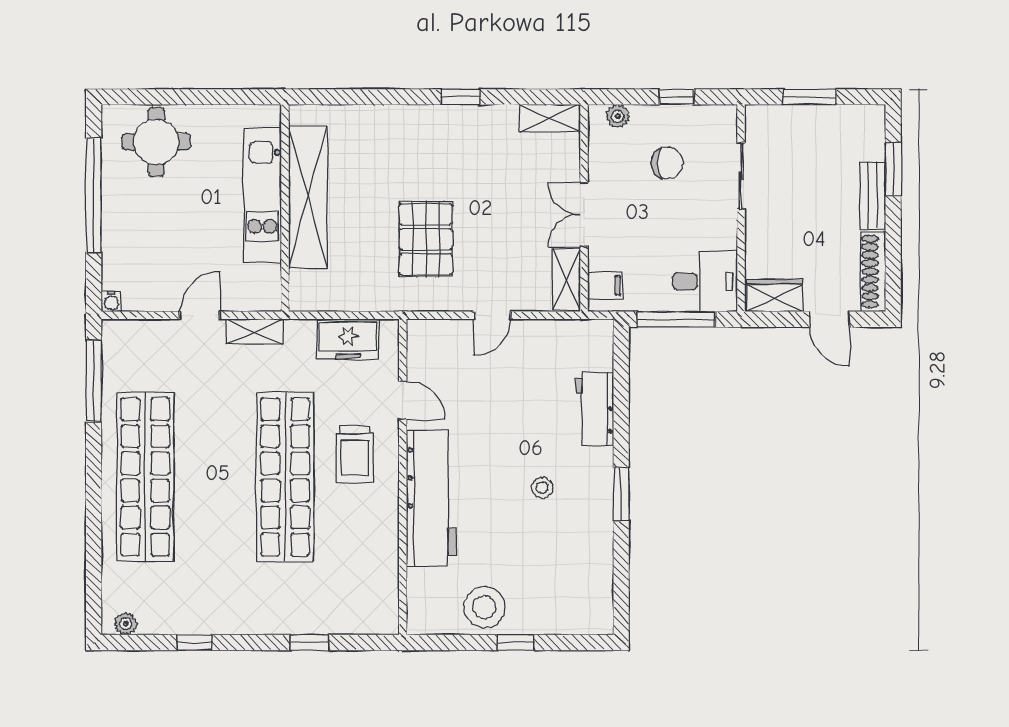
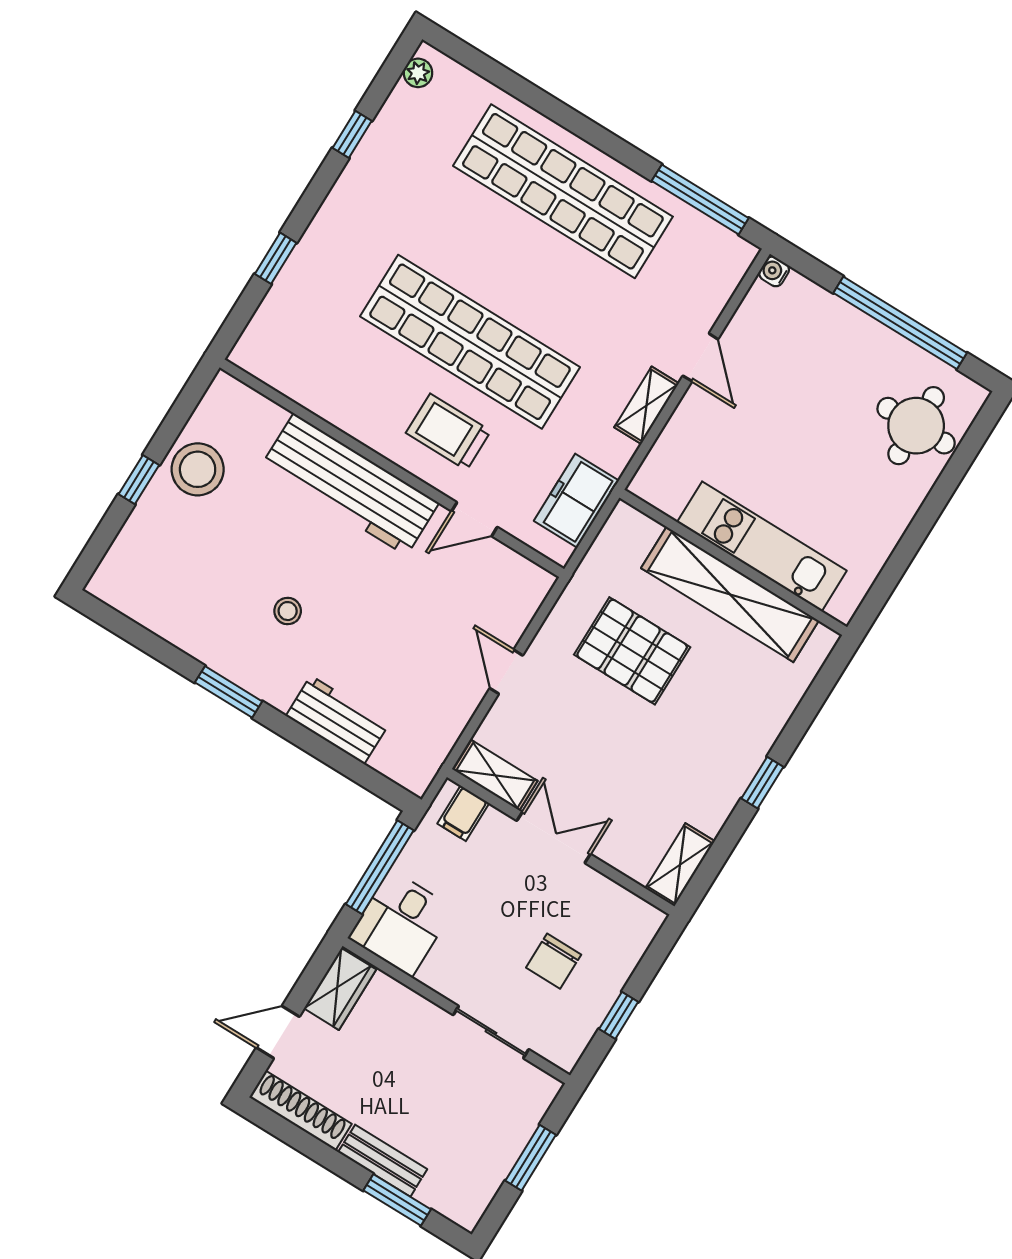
plant: (618, 116) -> (637, 939), removed
kitchen unit: (262, 195) -> (762, 546), moved
shelving: (308, 197) -> (730, 594), moved
wall: (285, 208) -> (733, 562), moved

